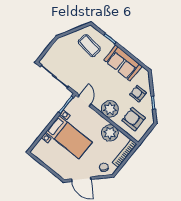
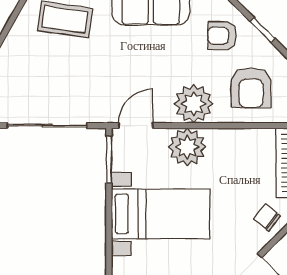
door: (84, 101) -> (136, 126), hinge flipped
armchair: (134, 119) -> (251, 88), turned -90
plant: (110, 133) -> (187, 147), moved

